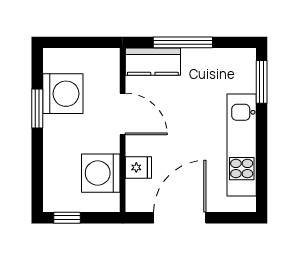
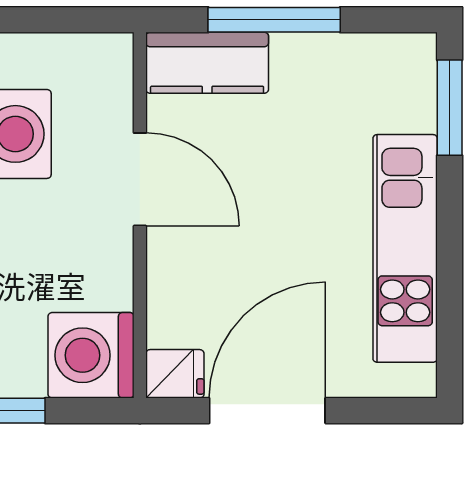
fridge: (138, 167) -> (175, 374), moved
washing machine: (101, 173) -> (91, 355), moved

